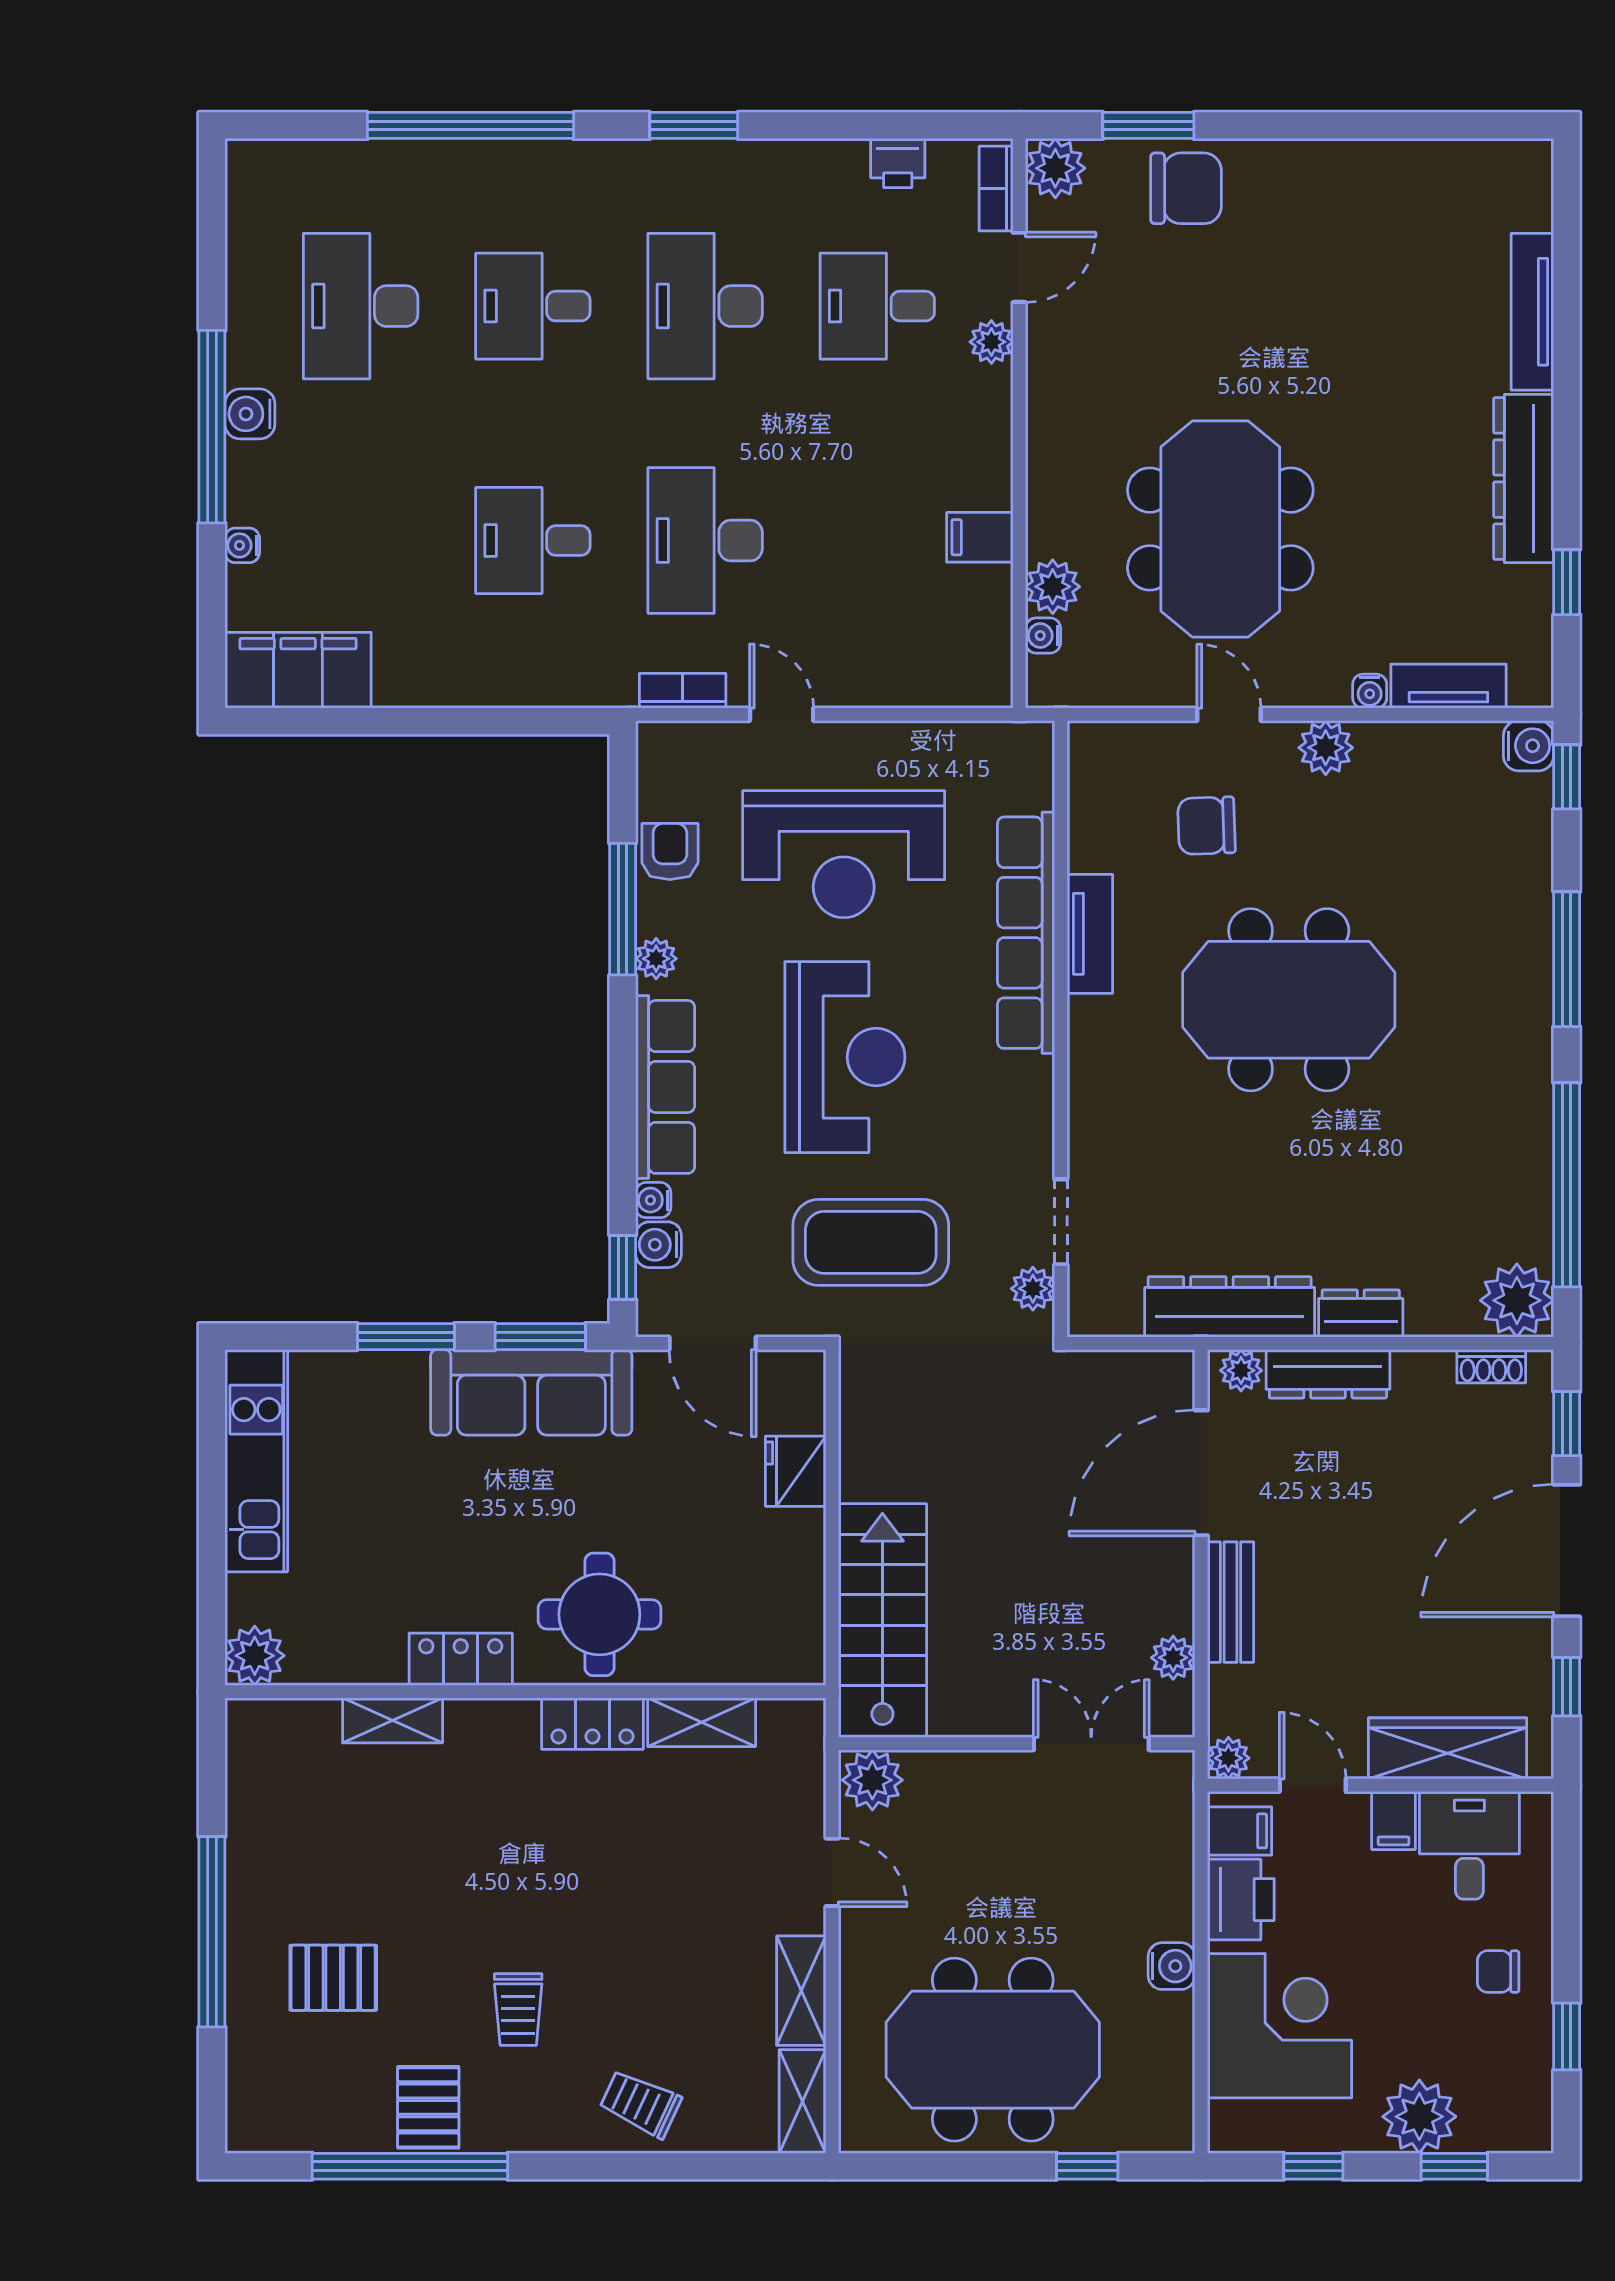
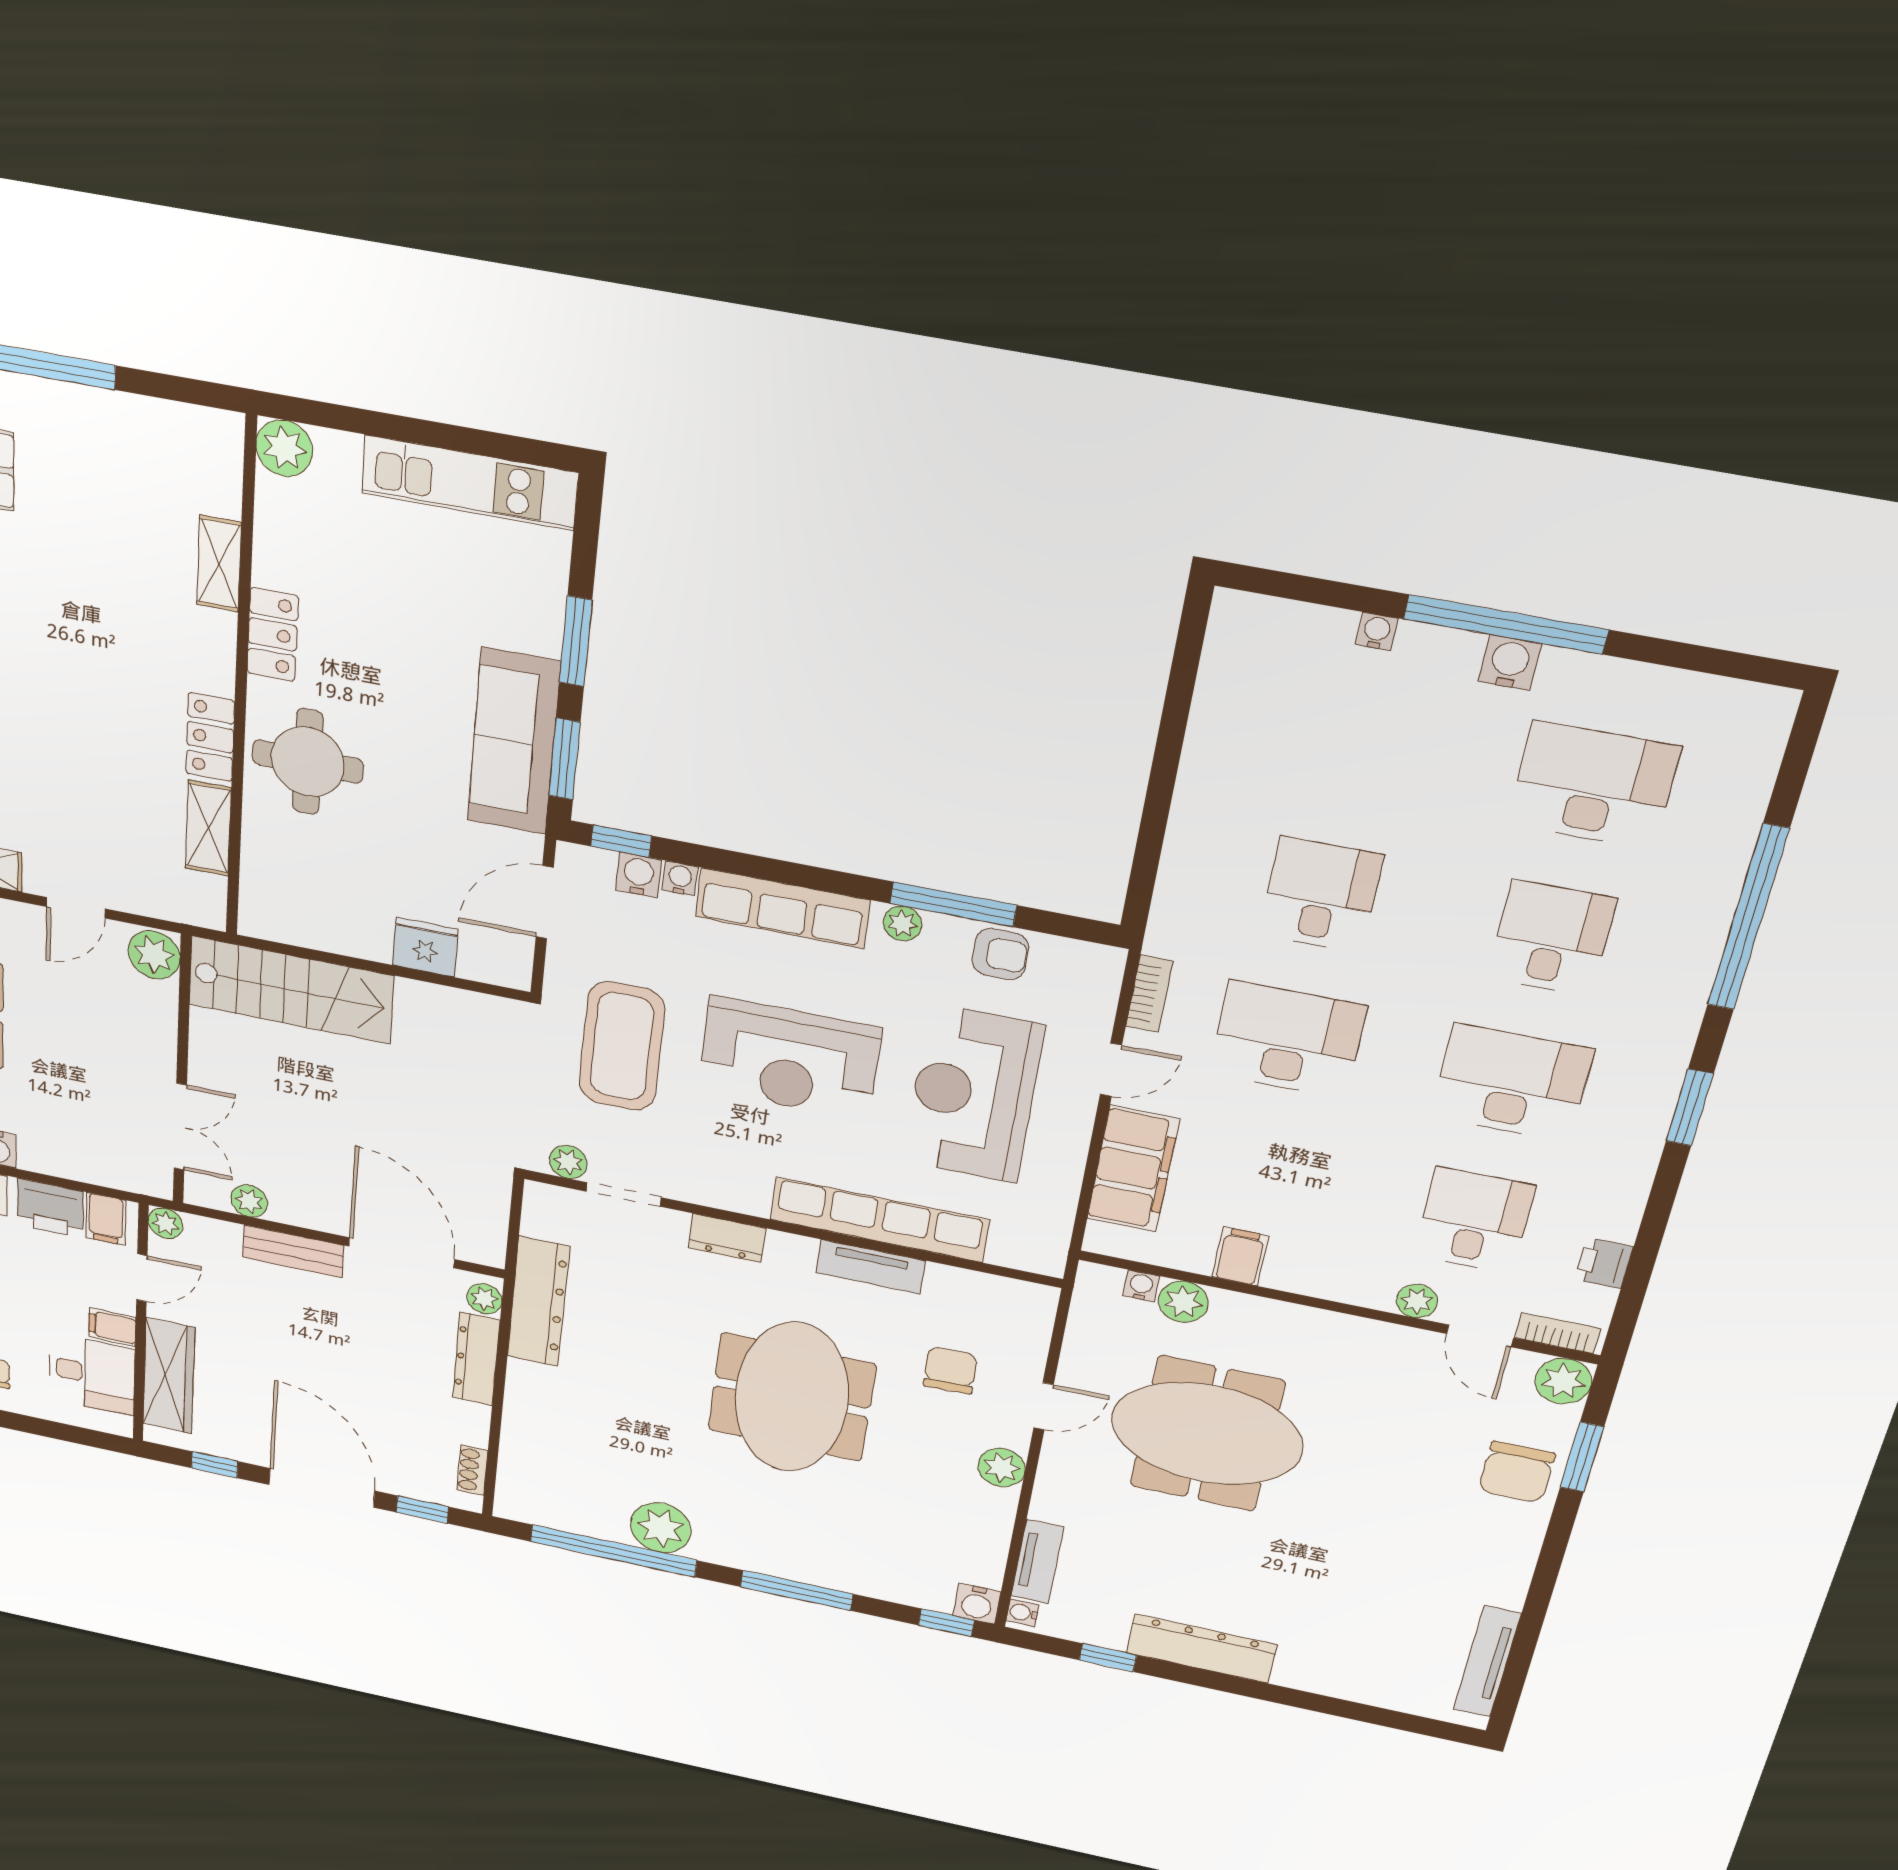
tv unit: (1532, 312) -> (1487, 1662), moved, turned -90
filing cabinet: (298, 670) -> (1133, 1169), moved
water cooler: (1370, 691) -> (1022, 1613), moved
plant: (1517, 1300) -> (661, 1528), moved
dresser: (1361, 1313) -> (727, 1238), moved, turned 90

